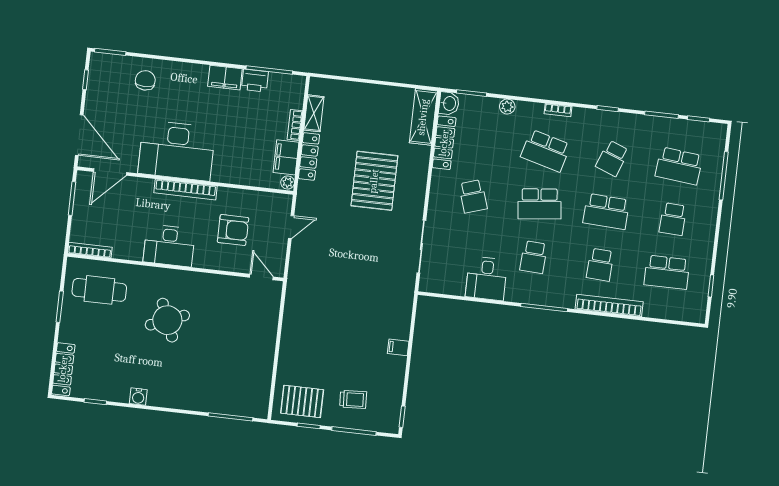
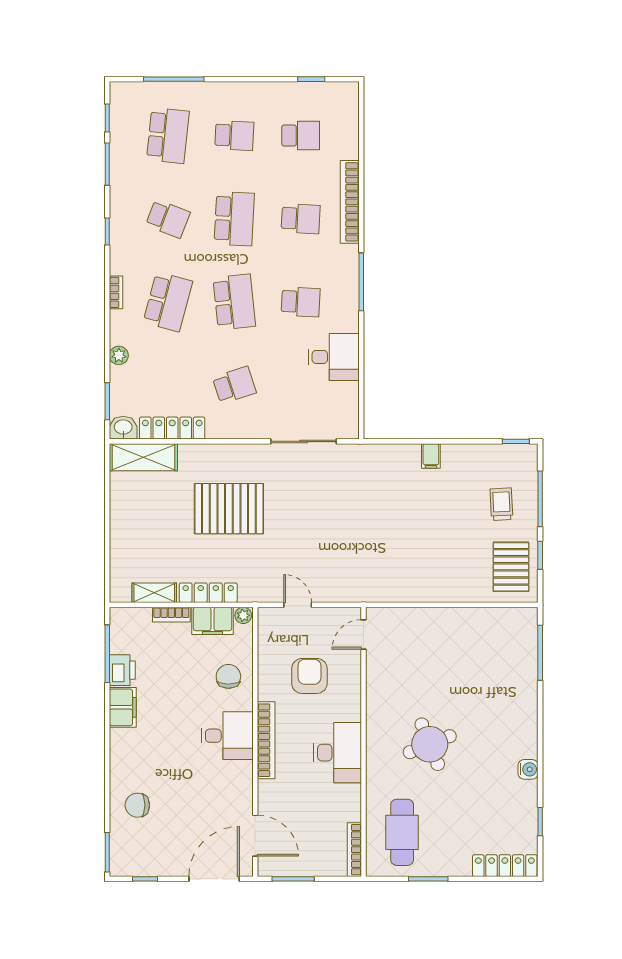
desk: (177, 151) -> (227, 736), width x0.53, depth x0.77
chair: (240, 165) -> (228, 676), added
school desk: (667, 272) -> (301, 136), width x0.54

